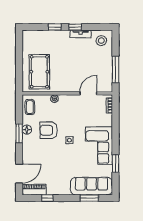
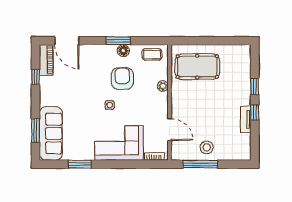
stool: (101, 41) -> (207, 147), moved
corner sofa: (99, 146) -> (119, 143), moved

